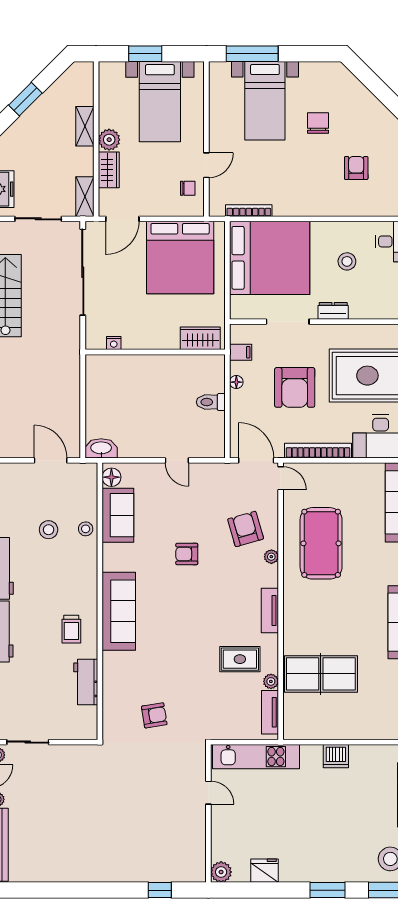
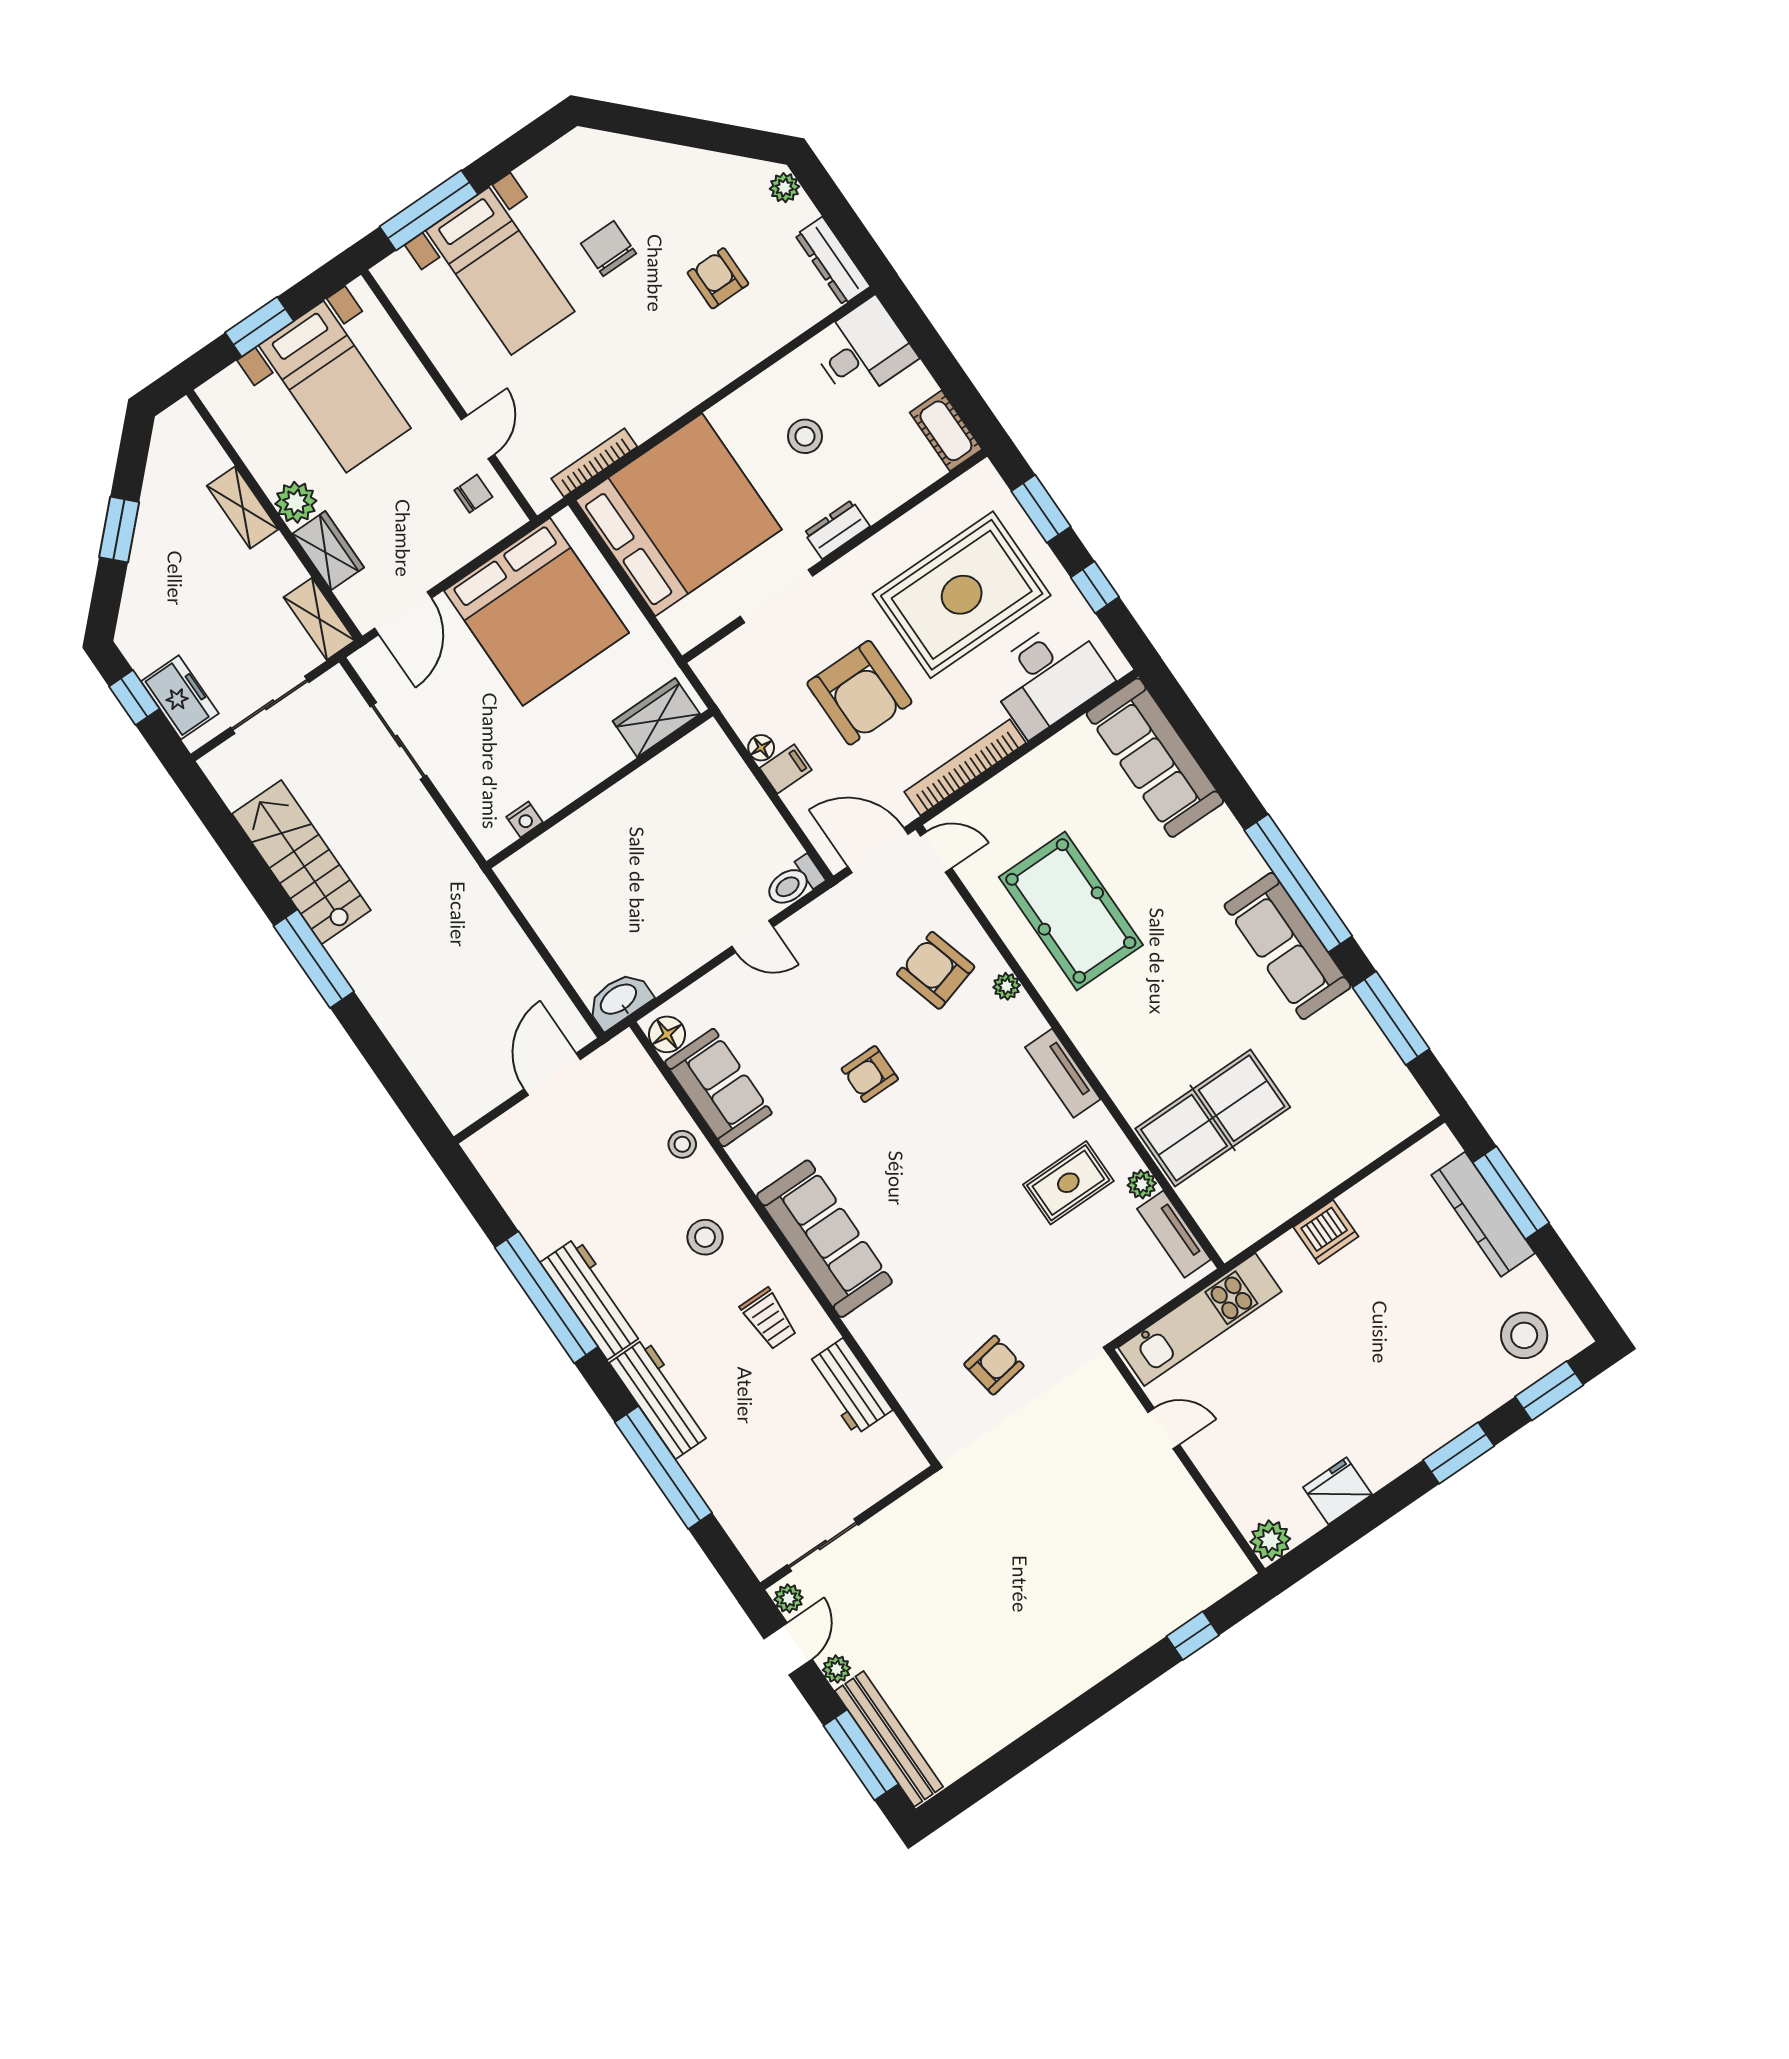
sliding door: (83, 272) -> (398, 741), width x0.54
filing cabinet: (241, 352) -> (786, 769), moved
toilet: (211, 402) -> (794, 882), moved
door: (51, 460) -> (552, 1074), hinge flipped
stool: (49, 530) -> (705, 1237), moved

